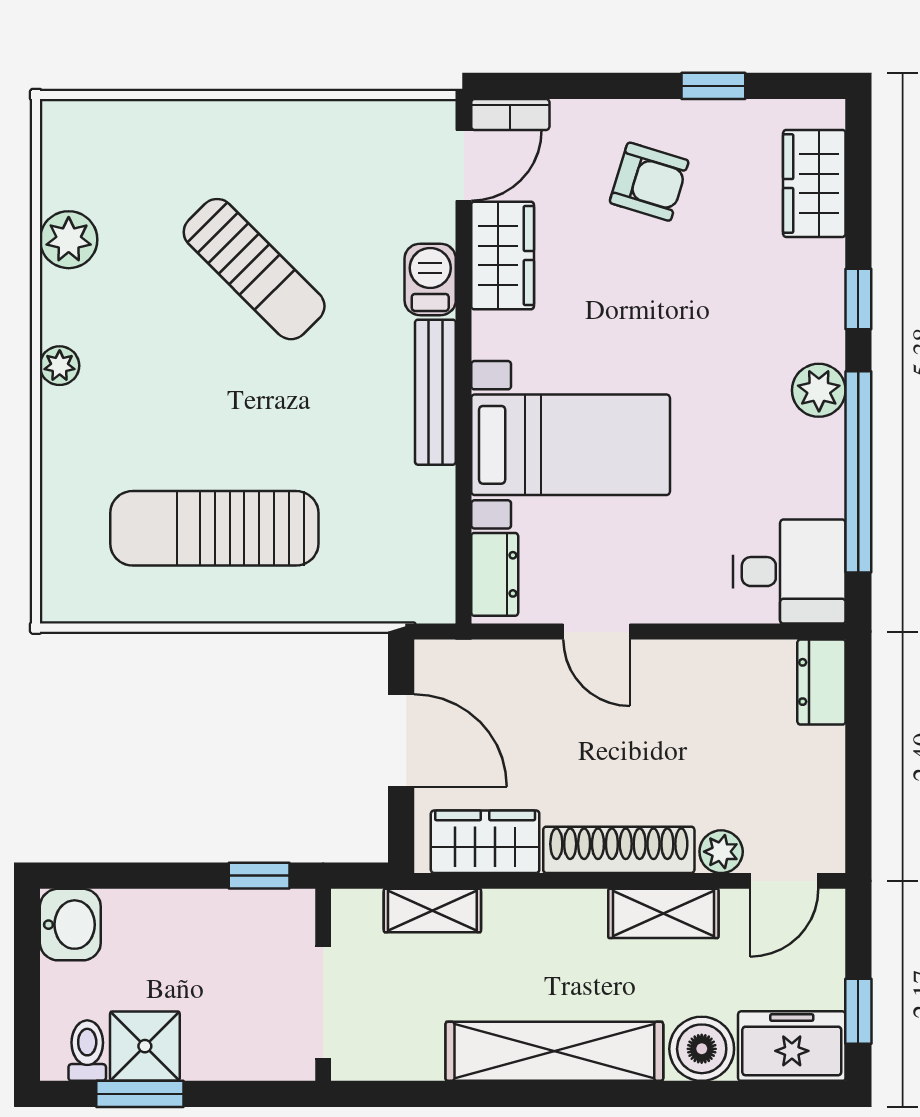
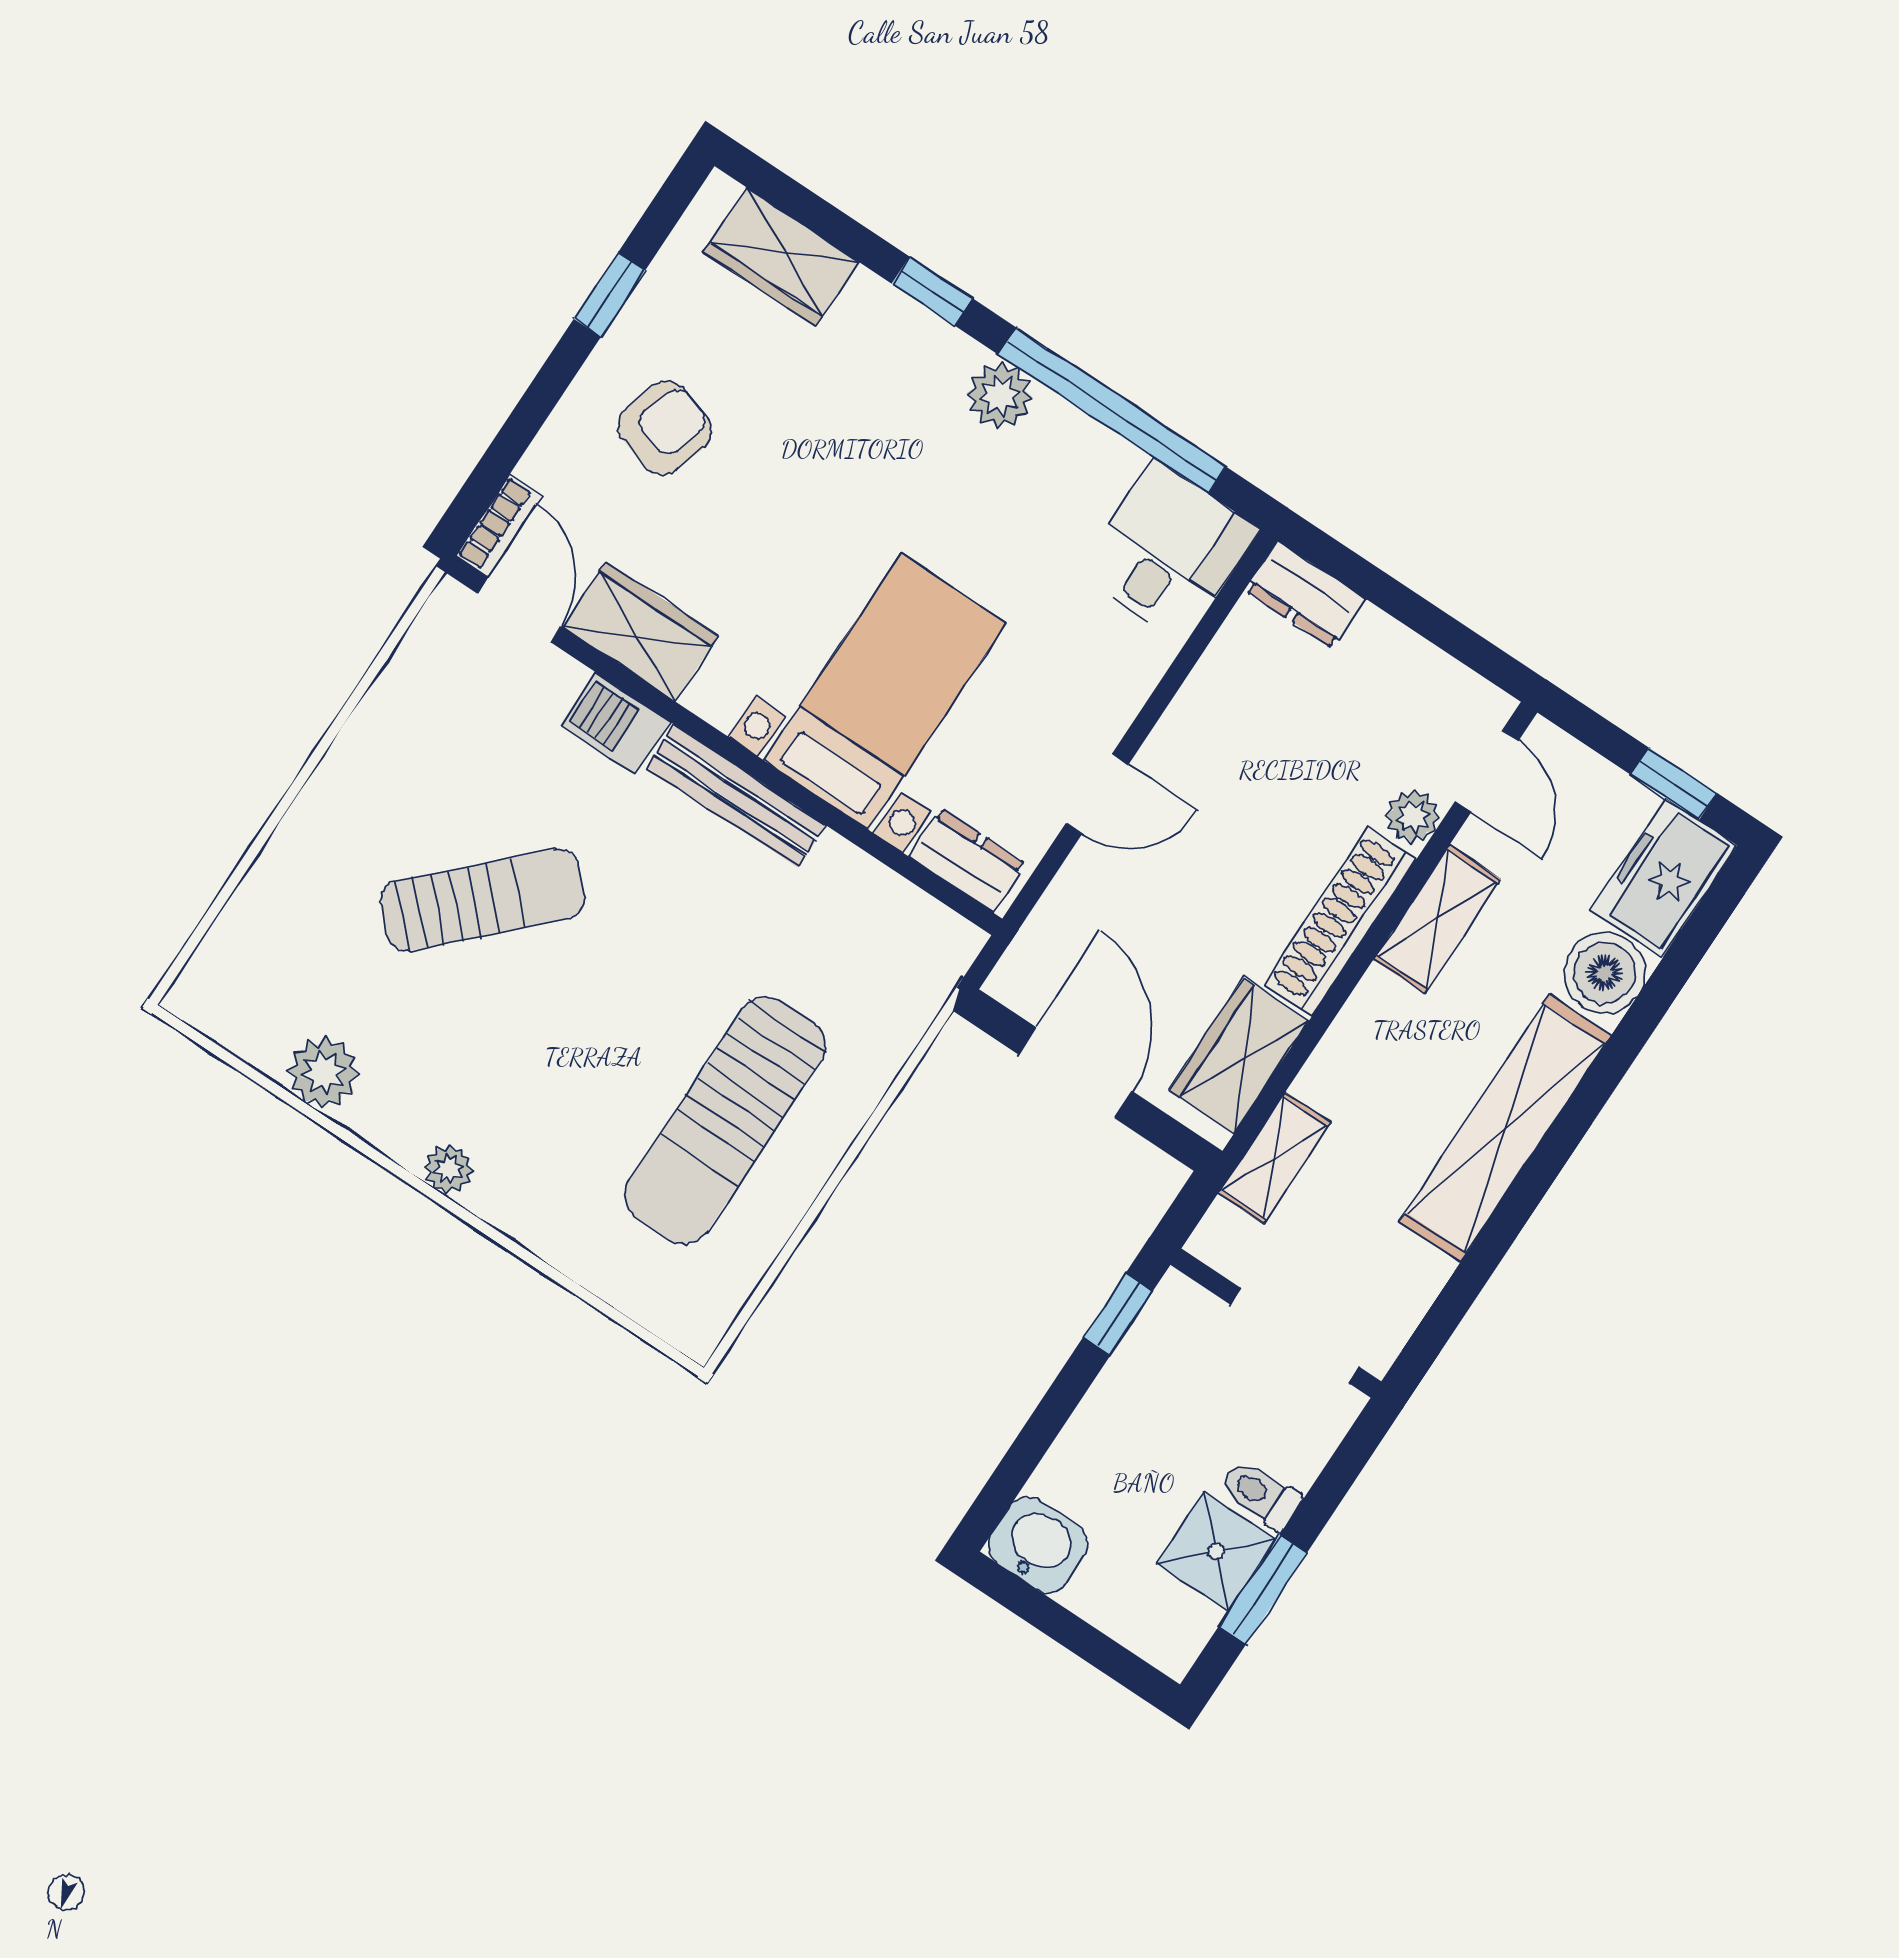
door: (401, 740) -> (1075, 1073), hinge flipped
toilet: (87, 1051) -> (1261, 1494), moved

